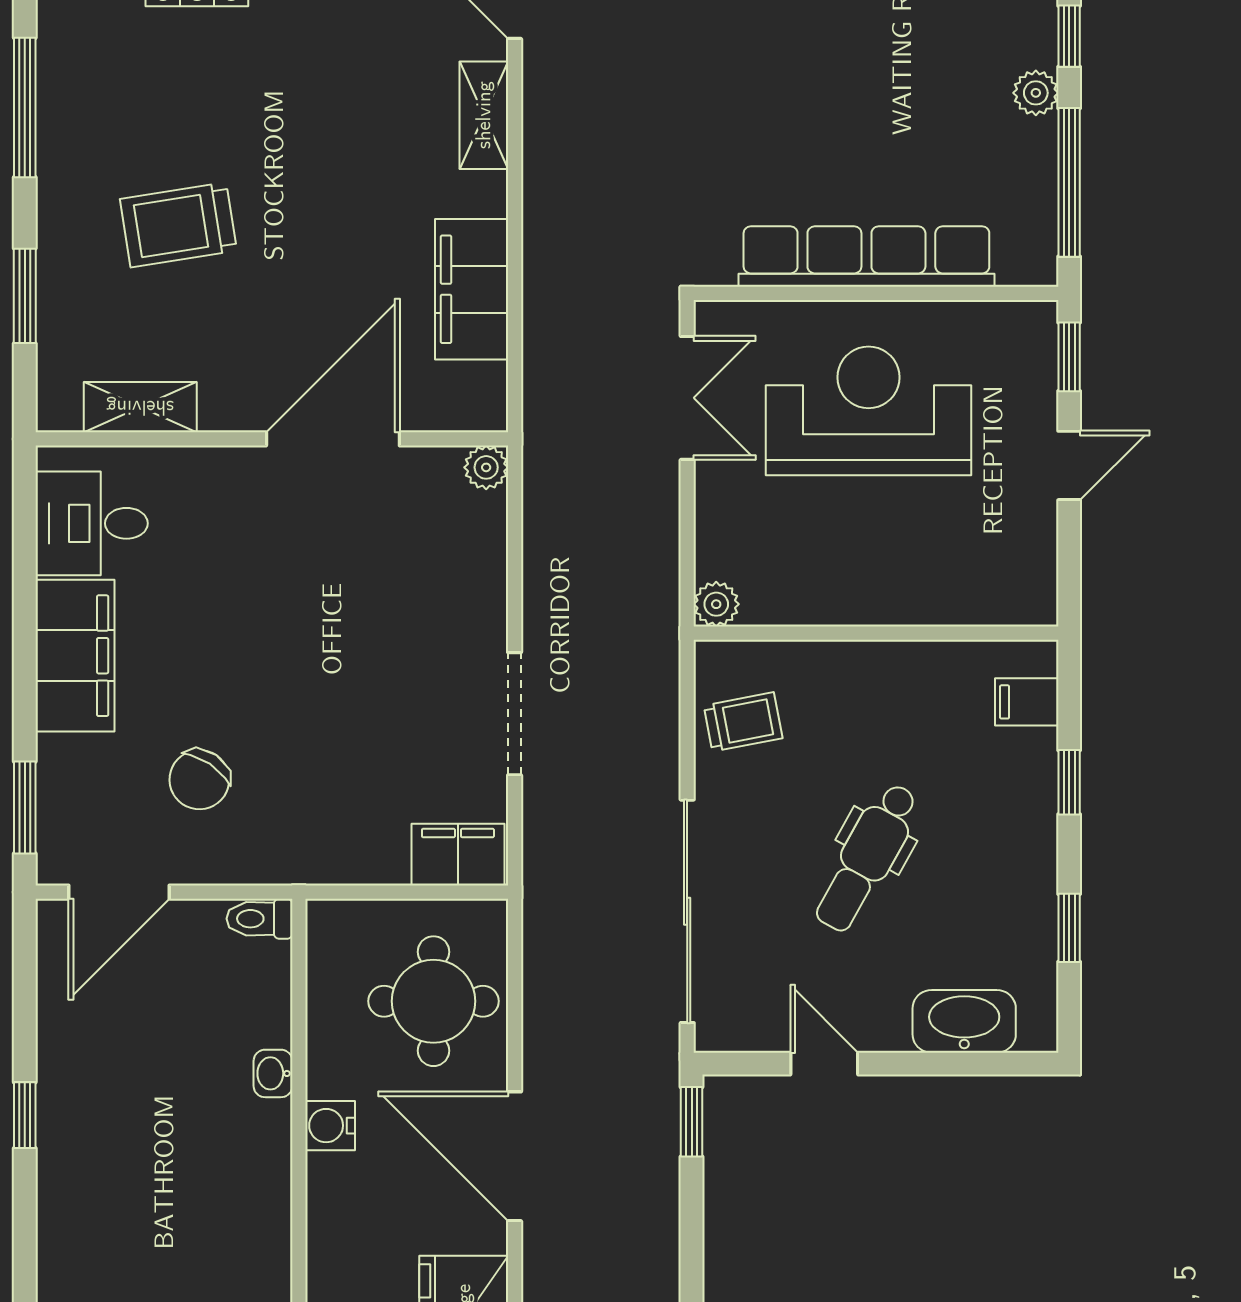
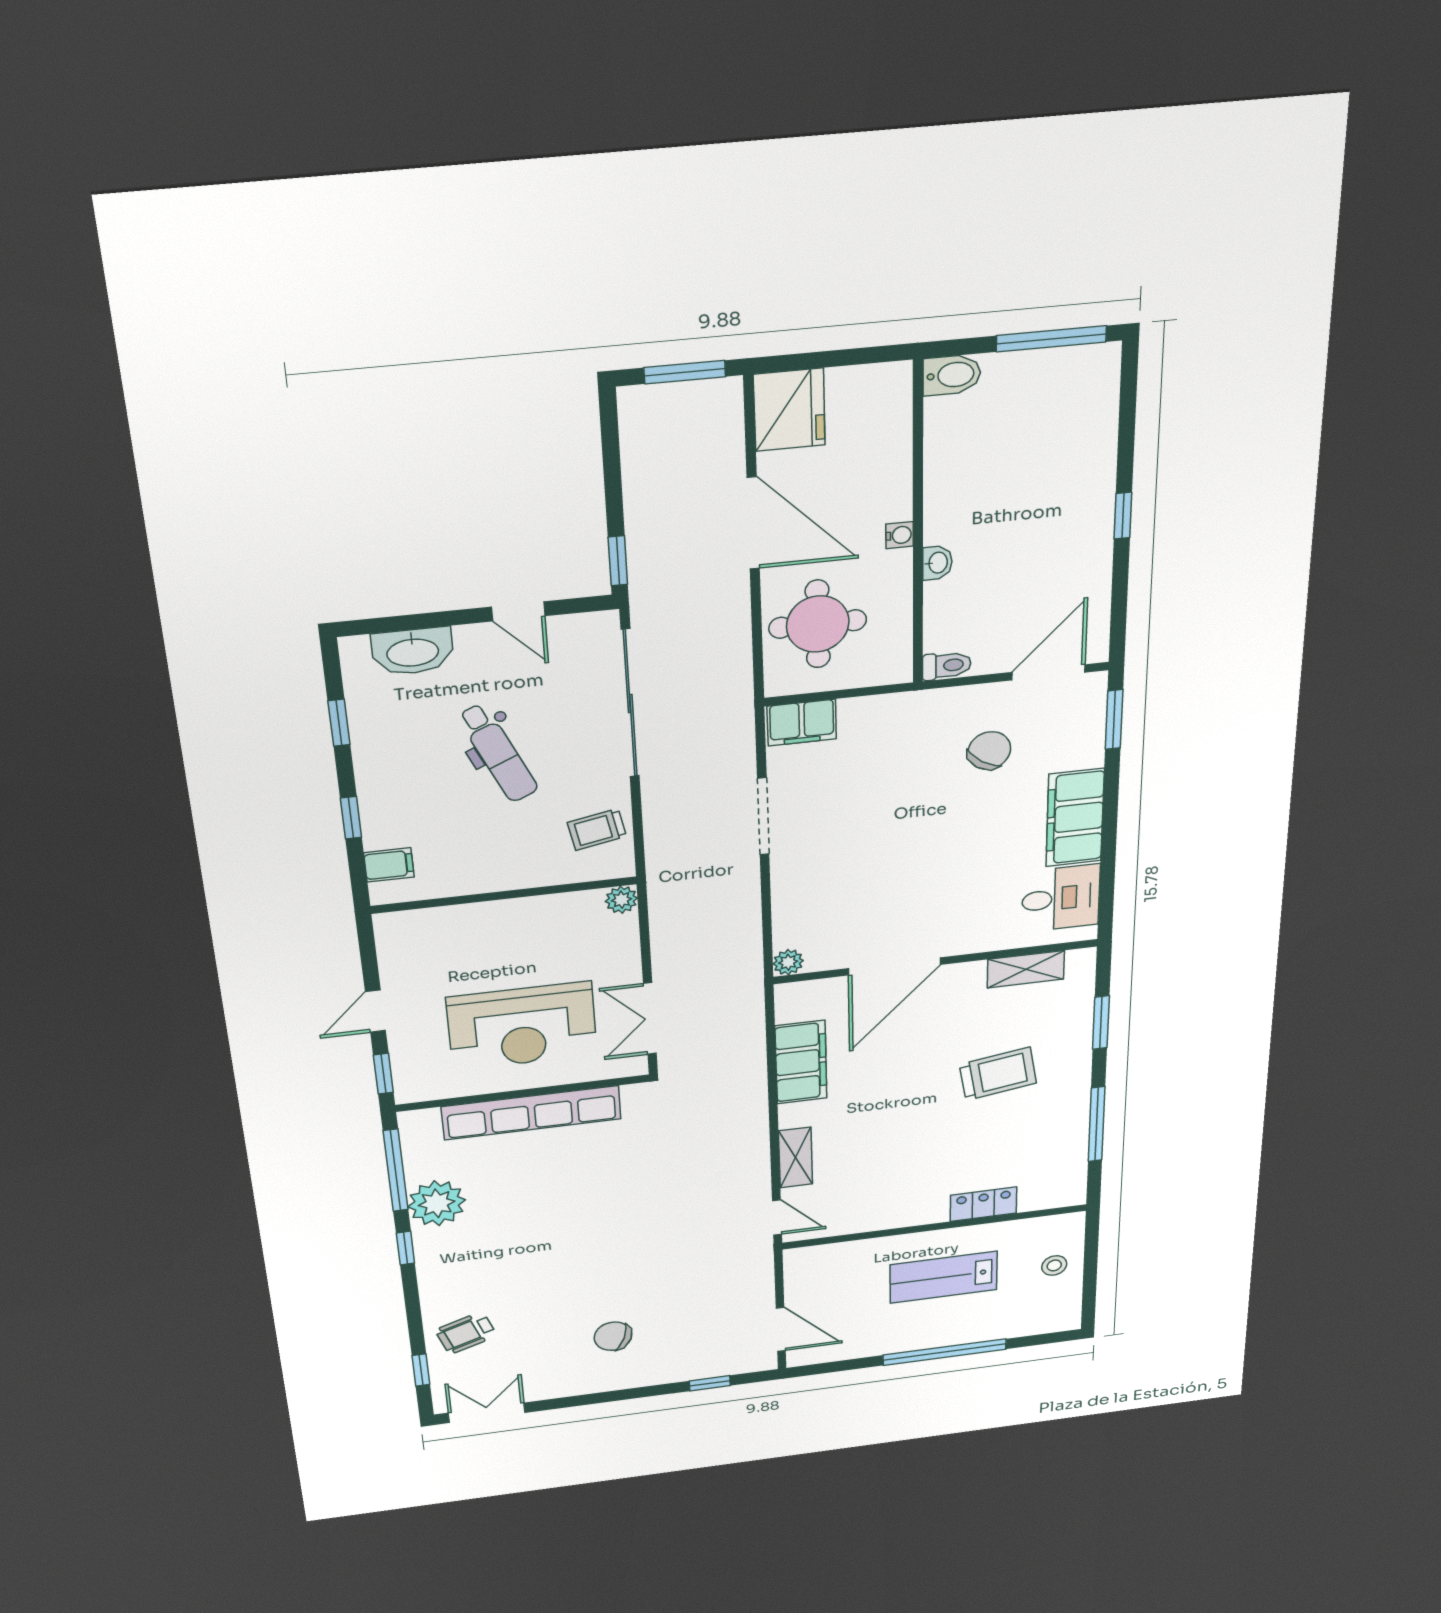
plant: (1036, 93) -> (437, 1203), width x1.87, depth x1.87
dental chair: (867, 857) -> (498, 753), turned 127
water cooler: (330, 1126) -> (900, 535), width x0.72, depth x0.72

